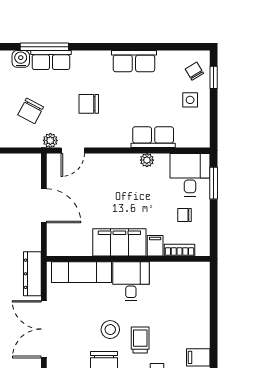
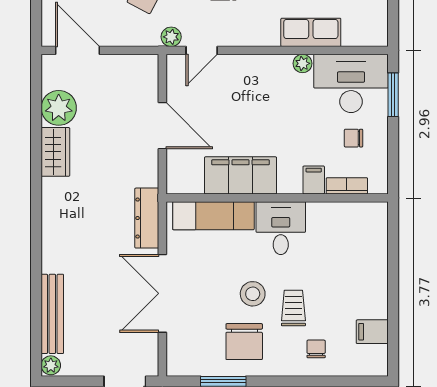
desk: (190, 175) -> (351, 83), width x1.37
filing cabinet: (119, 242) -> (241, 175), moved

